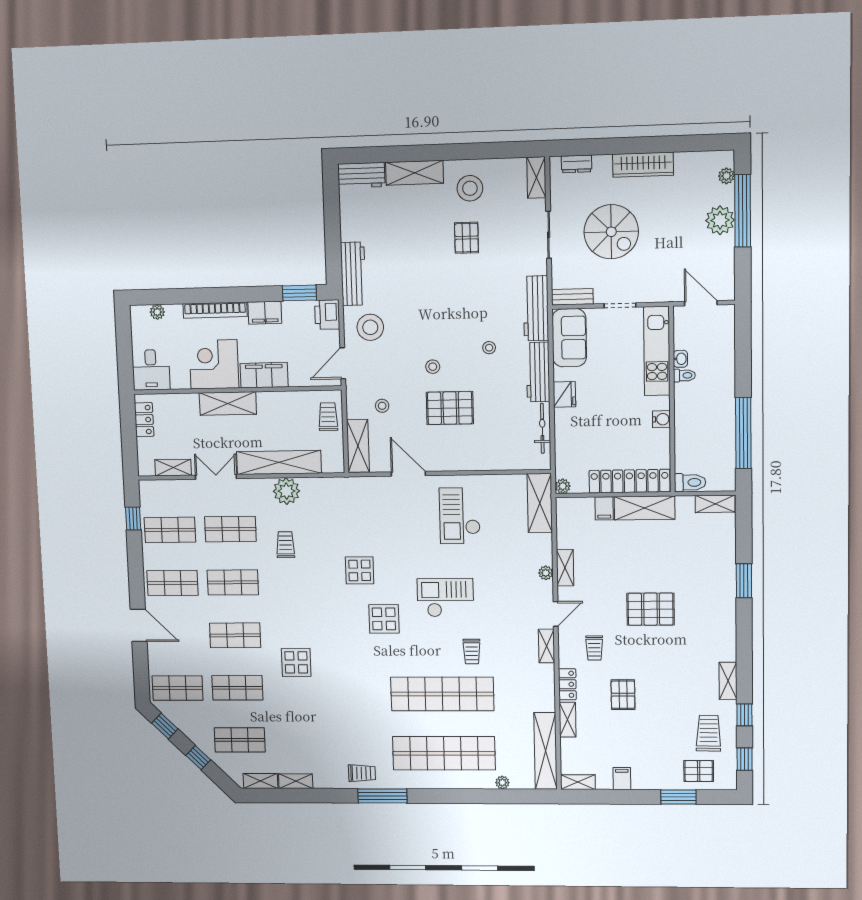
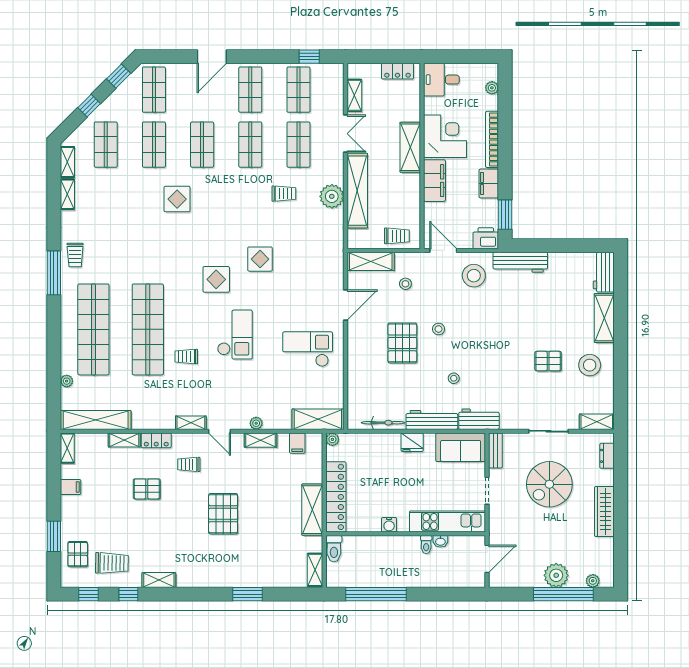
workbench: (536, 308) -> (479, 419), width x0.73
filing cabinet: (604, 508) -> (297, 443), moved, turned -90

